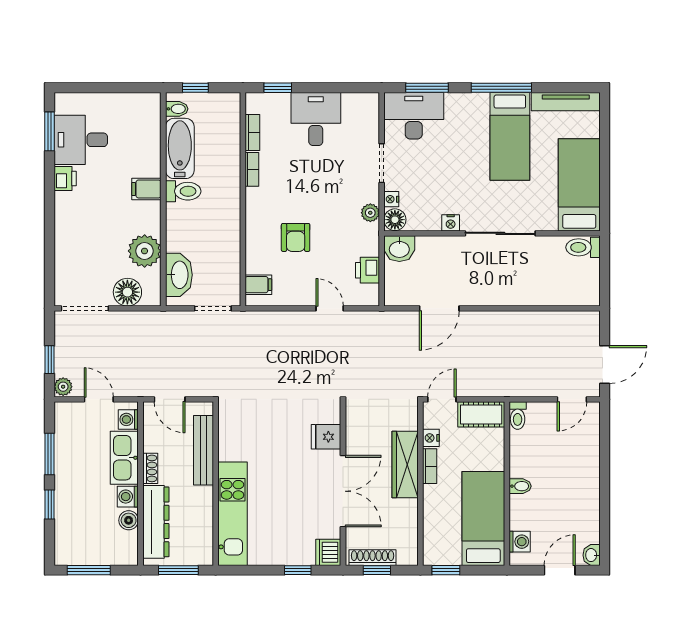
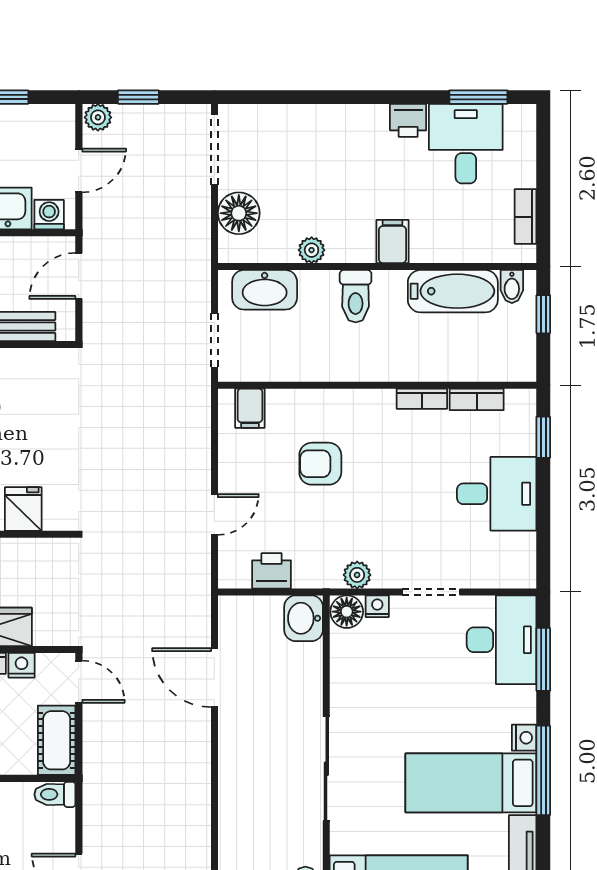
bookcase: (130, 100) -> (526, 217), added
toilet: (183, 191) -> (356, 296), moved
nightstand: (451, 223) -> (524, 738), moved, turned 180
plant: (145, 251) -> (312, 250), width x0.53, depth x0.53

